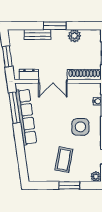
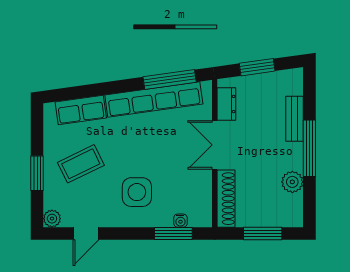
window: (55, 26) -> (309, 148), width x1.44
row of seats: (32, 160) -> (81, 110), added
coffee table: (64, 160) -> (81, 164), turned -36

